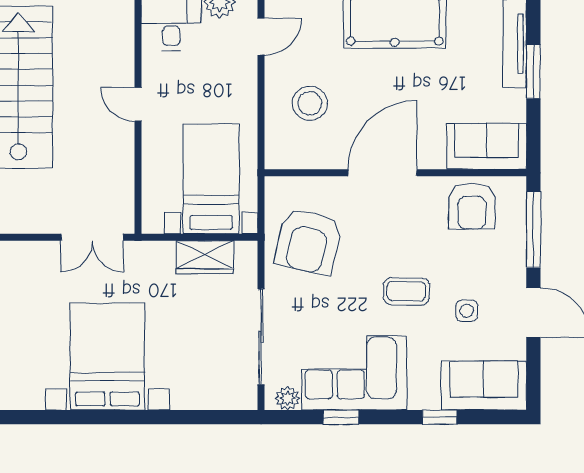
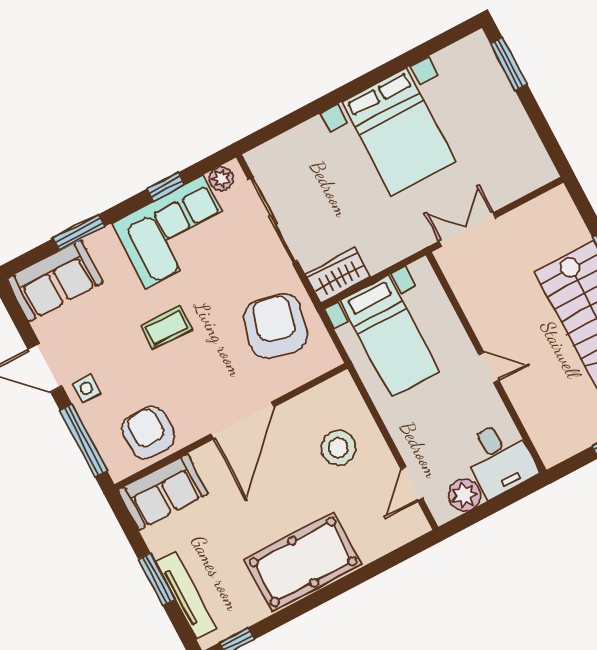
wardrobe: (205, 257) -> (338, 275), moved
side table: (467, 311) -> (86, 388), moved
window: (440, 417) -> (79, 232), width x1.50

